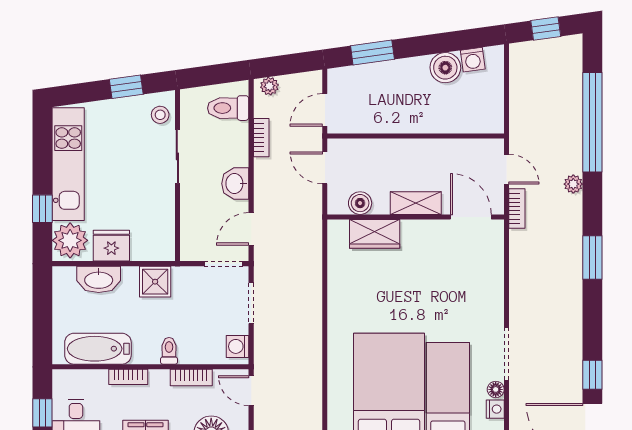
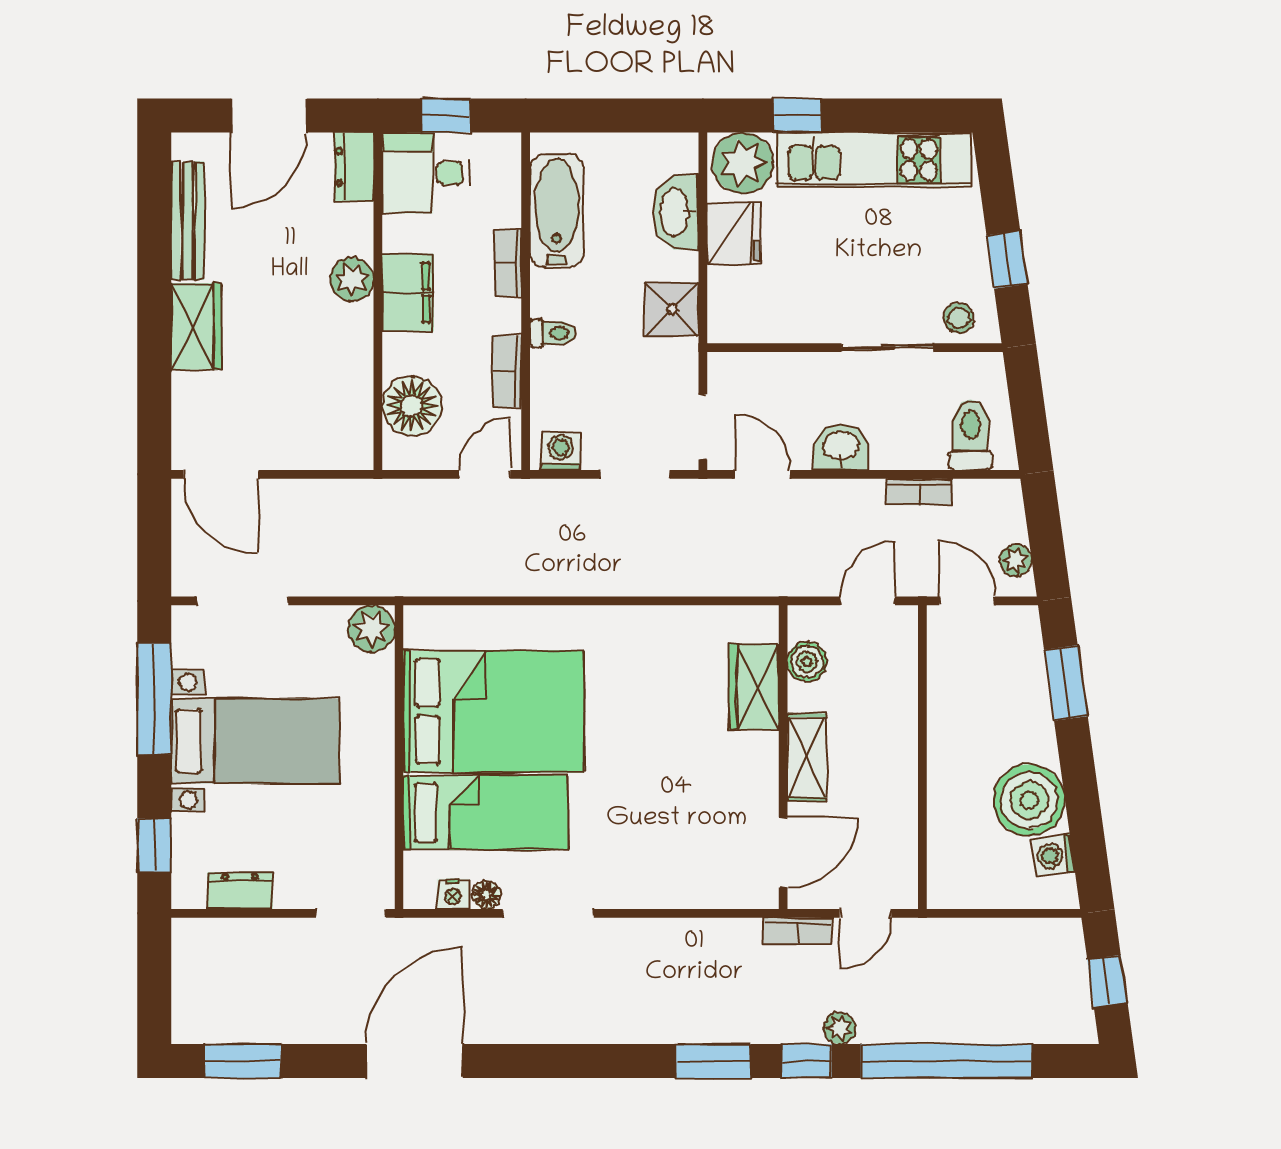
boiler: (445, 68) -> (1029, 800), width x1.37, depth x1.37
plant: (269, 86) -> (1016, 560), moved
window: (592, 375) -> (807, 1061), moved

